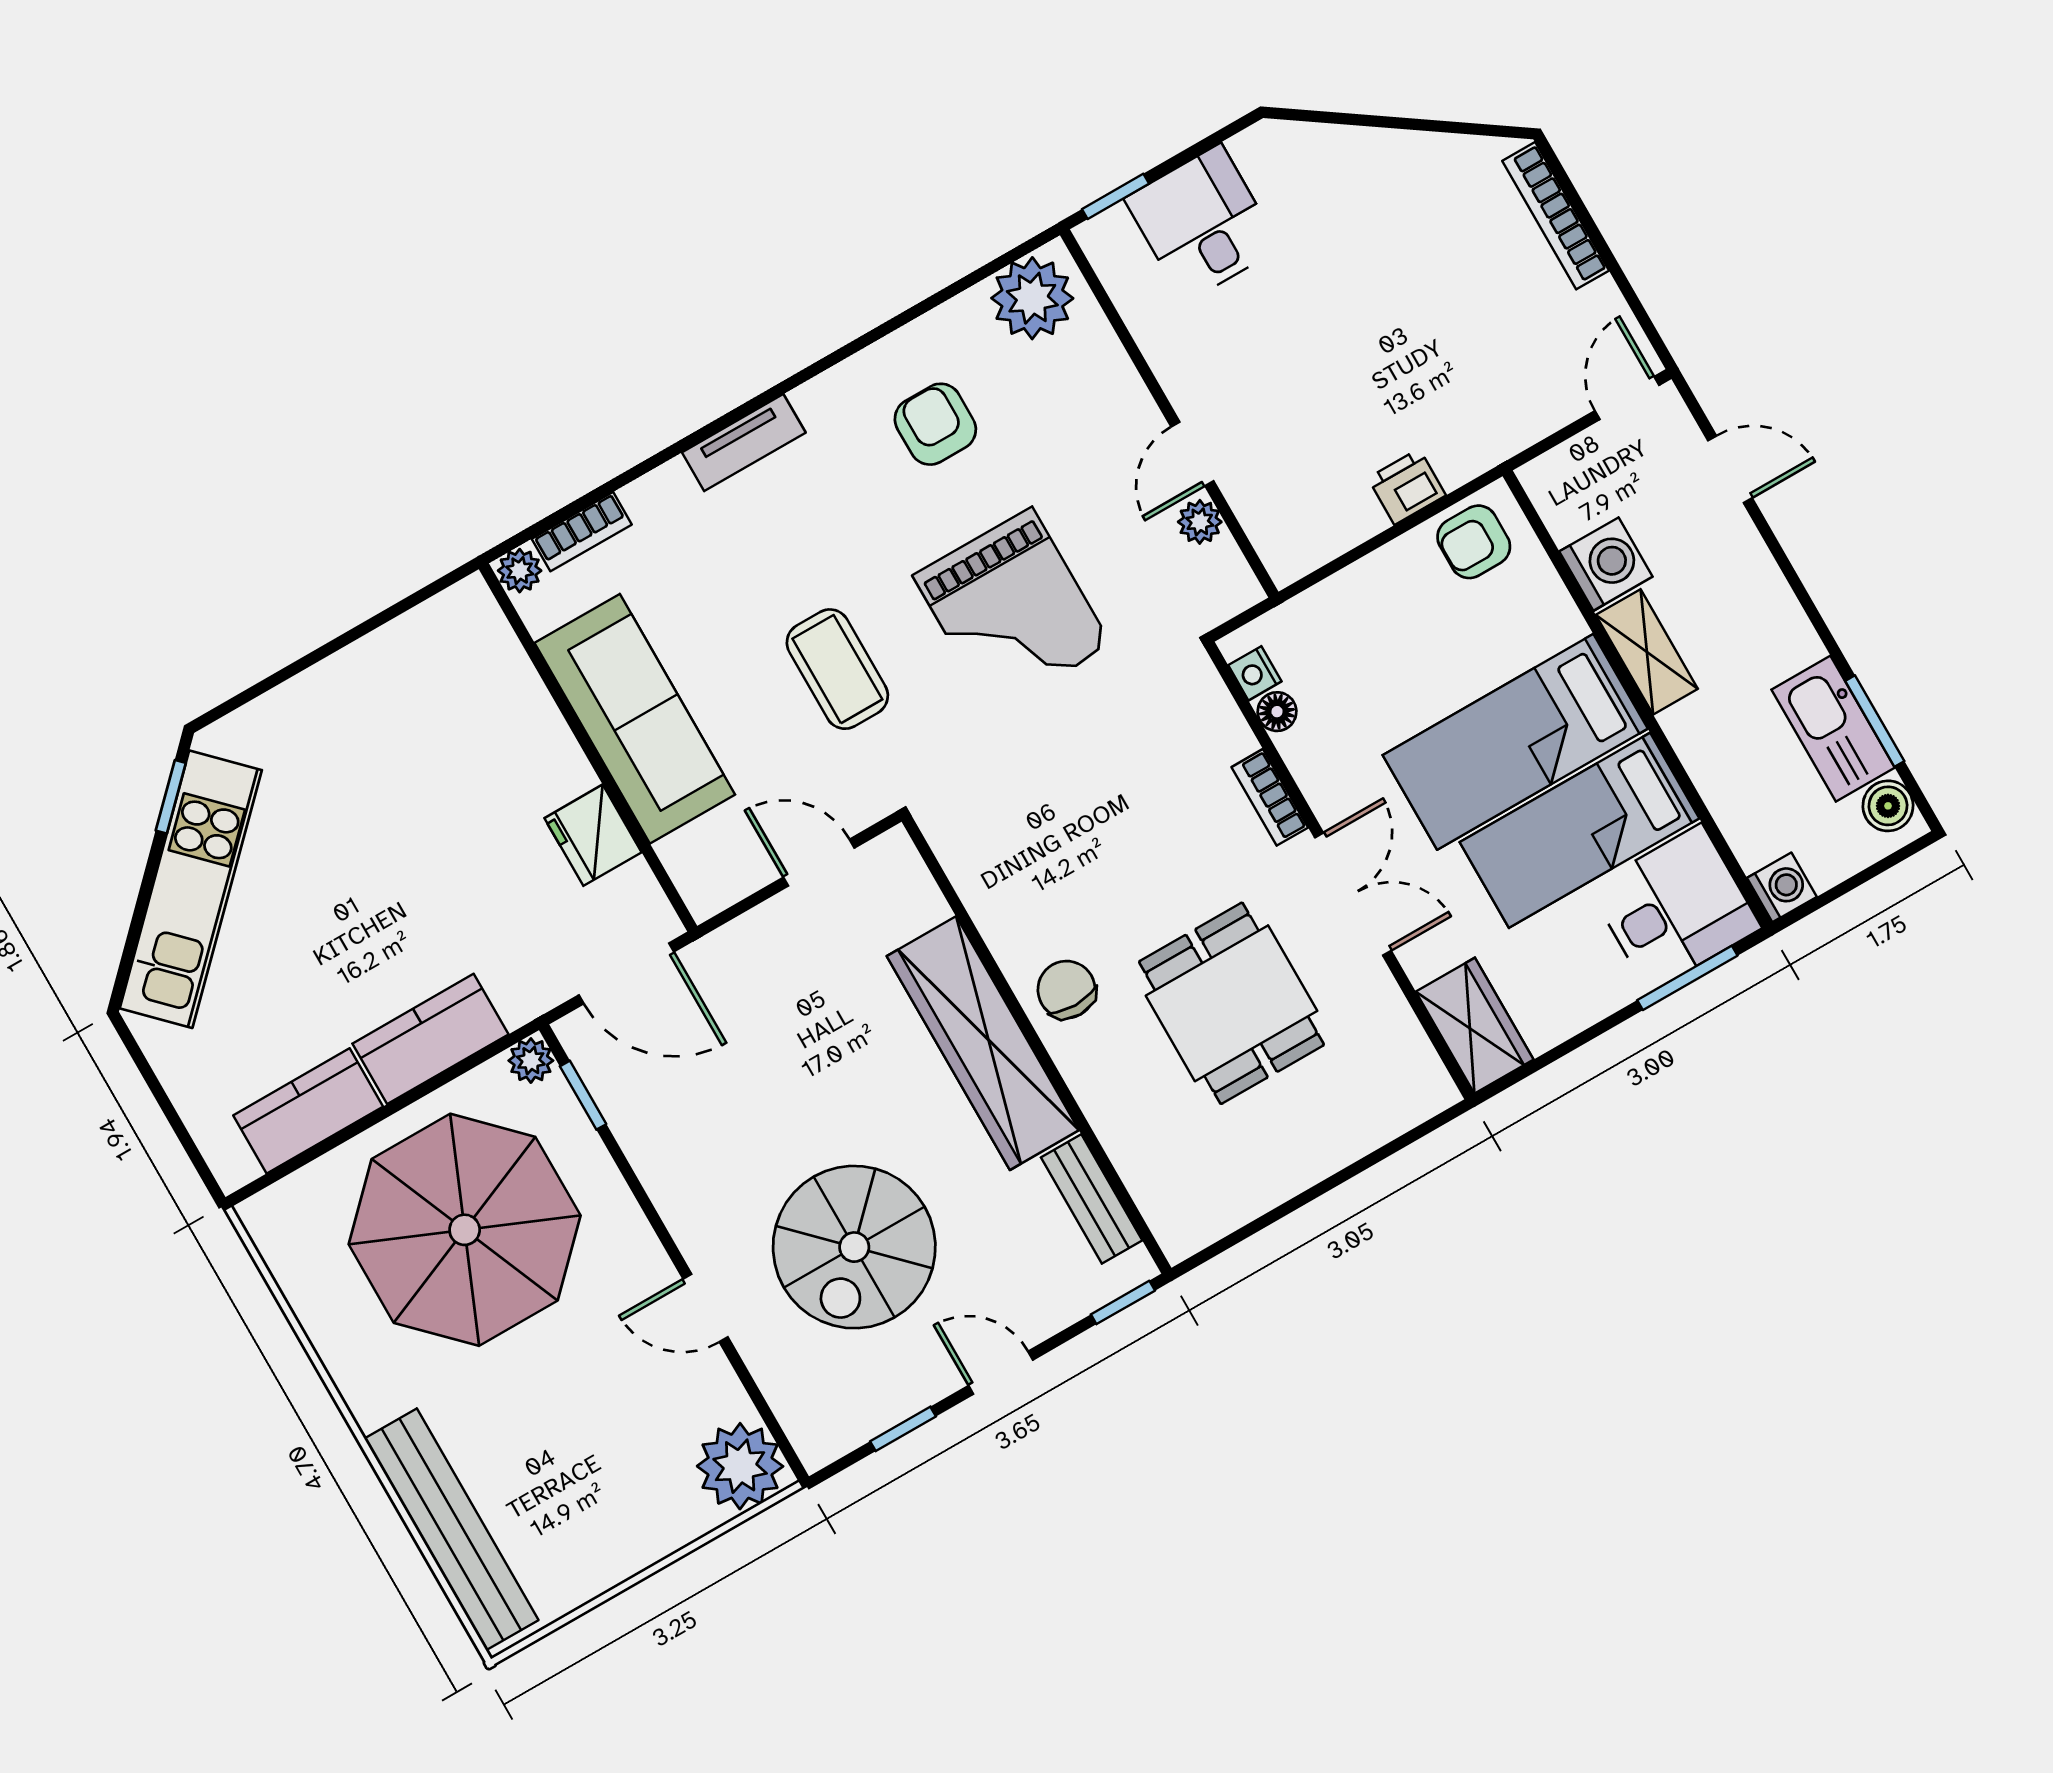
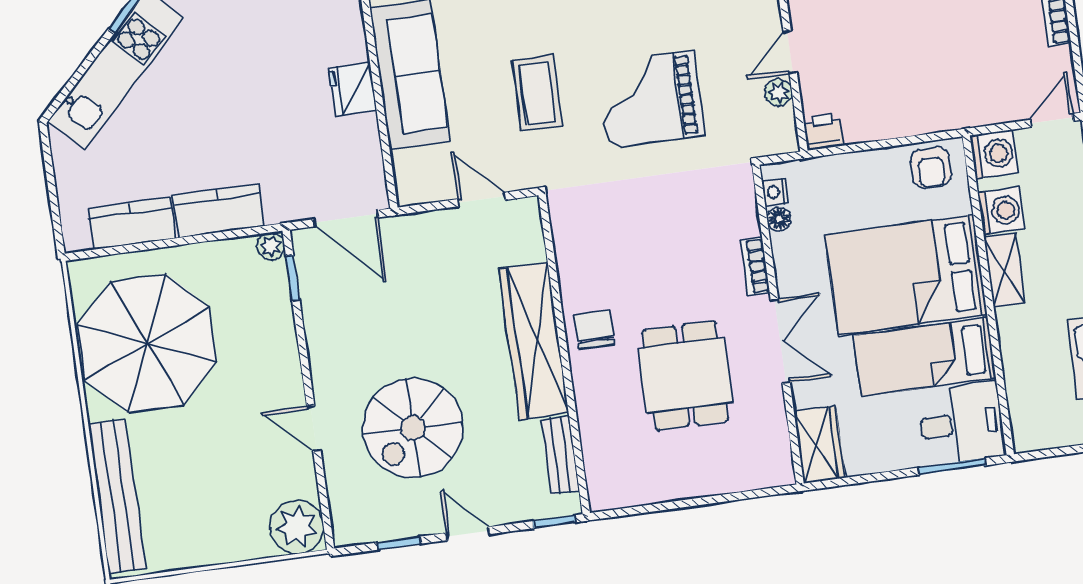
printer: (1407, 487) -> (823, 132), moved
armchair: (1474, 542) -> (931, 167), turned -90
grand piano: (1012, 610) -> (651, 100), turned 90
bed: (1515, 742) -> (906, 275), width x1.50
fridge: (593, 835) -> (353, 89), moved
washing machine: (1782, 887) -> (994, 154), moved, width x1.38, depth x1.38
parasol: (465, 1230) -> (147, 343), moved

